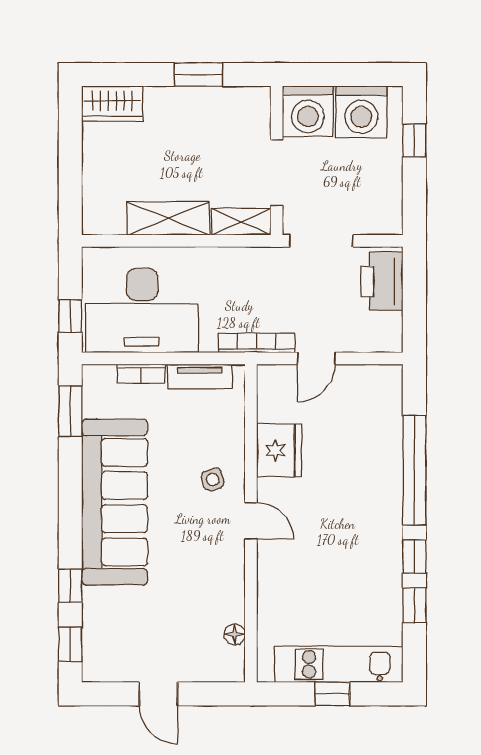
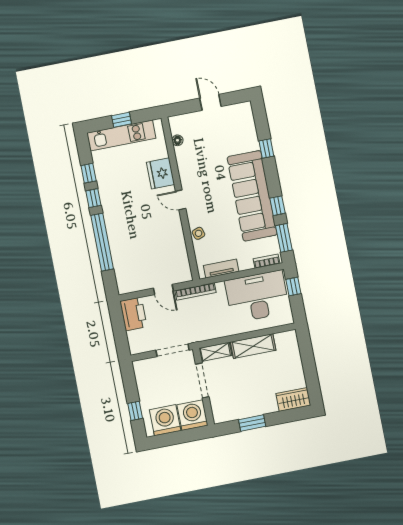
printer: (382, 281) -> (133, 314), moved
door: (316, 358) -> (163, 290), swing flipped
bookcase: (141, 374) -> (267, 261), moved
fridge: (279, 450) -> (160, 173), moved
side table: (213, 479) -> (199, 233), moved
window: (70, 644) -> (278, 206), moved

